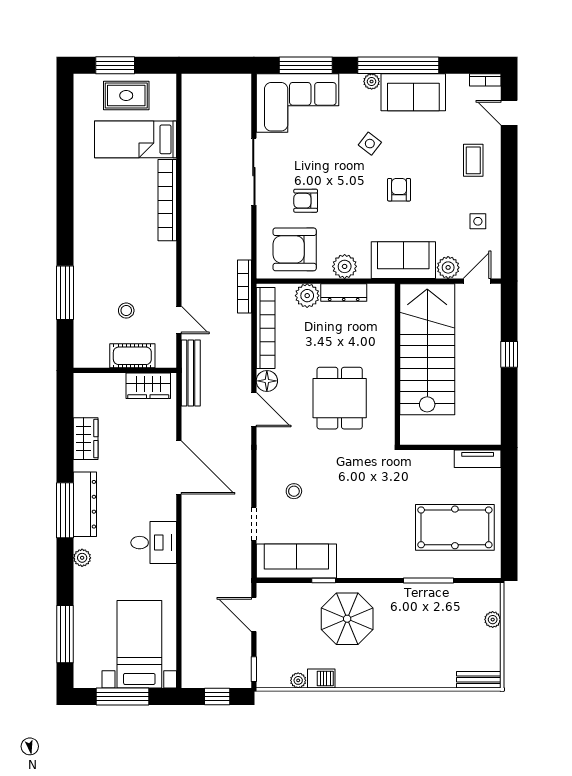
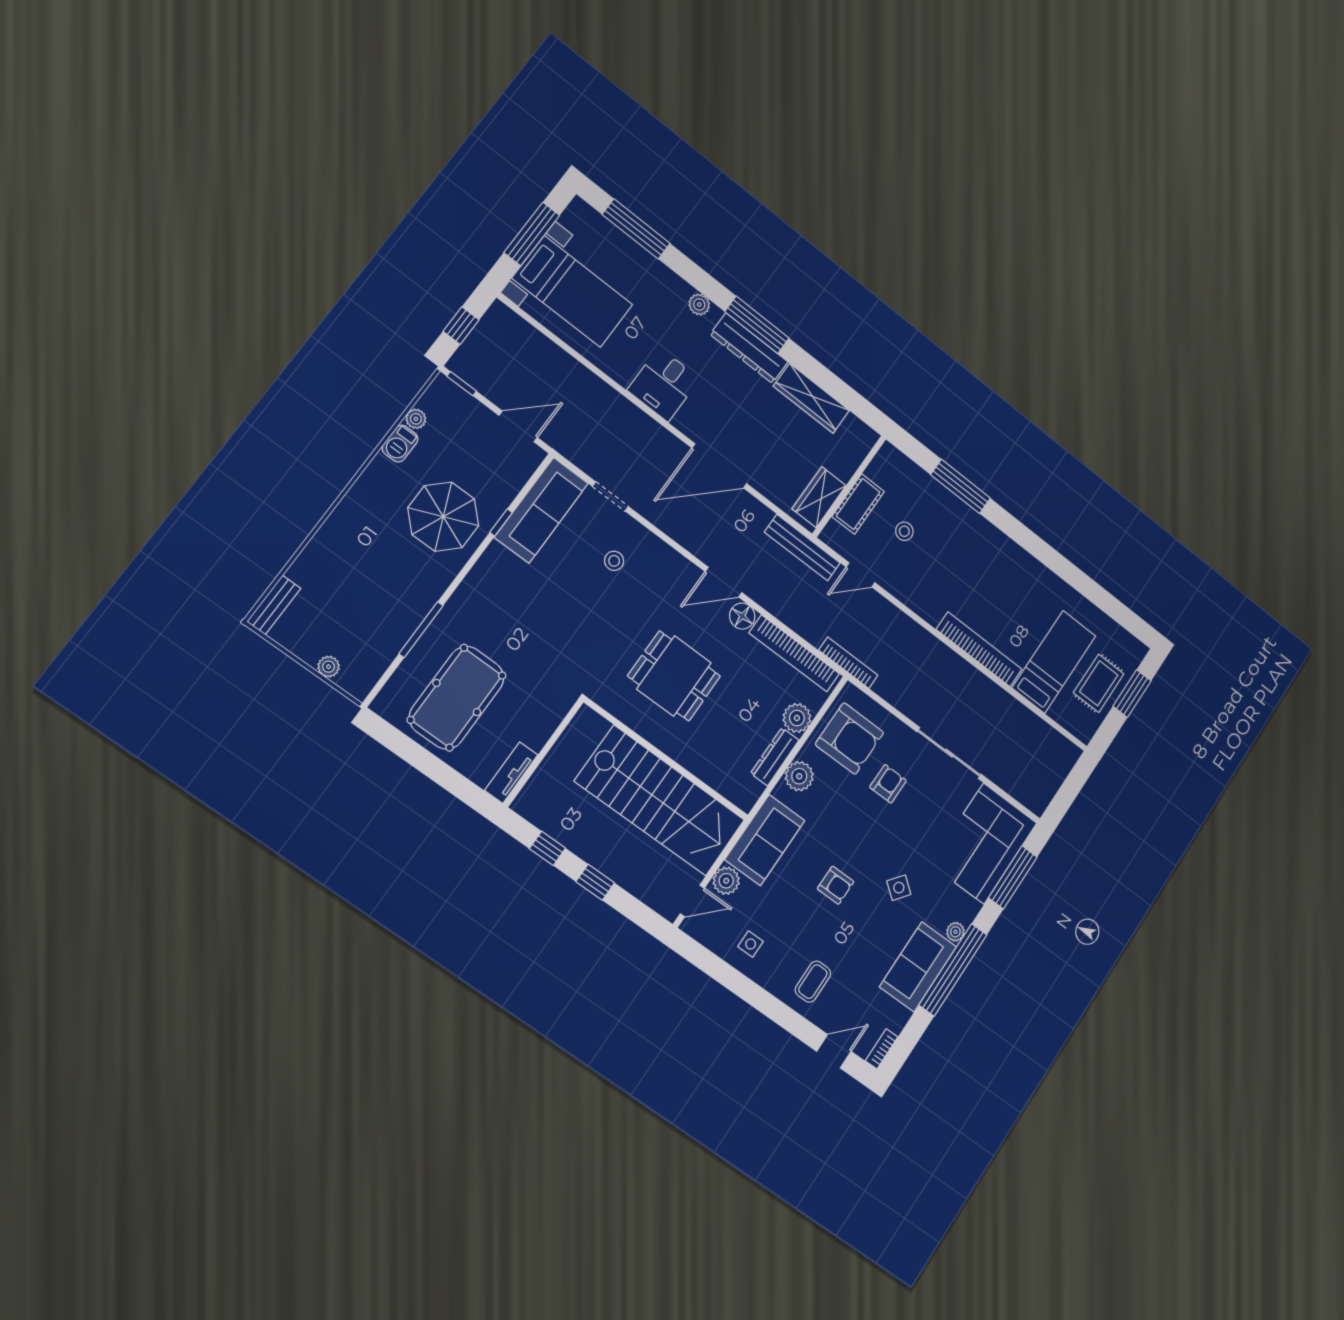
coffee table: (473, 160) -> (813, 982), turned 90
armchair: (295, 249) -> (849, 739), turned 90
door: (477, 281) -> (692, 901), hinge flipped
window: (509, 401) -> (547, 848), added
wardrobe: (86, 439) -> (811, 398), width x1.50

